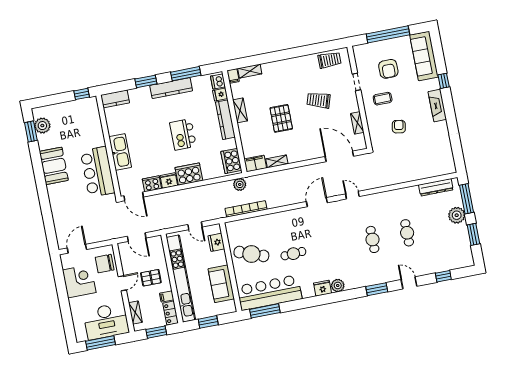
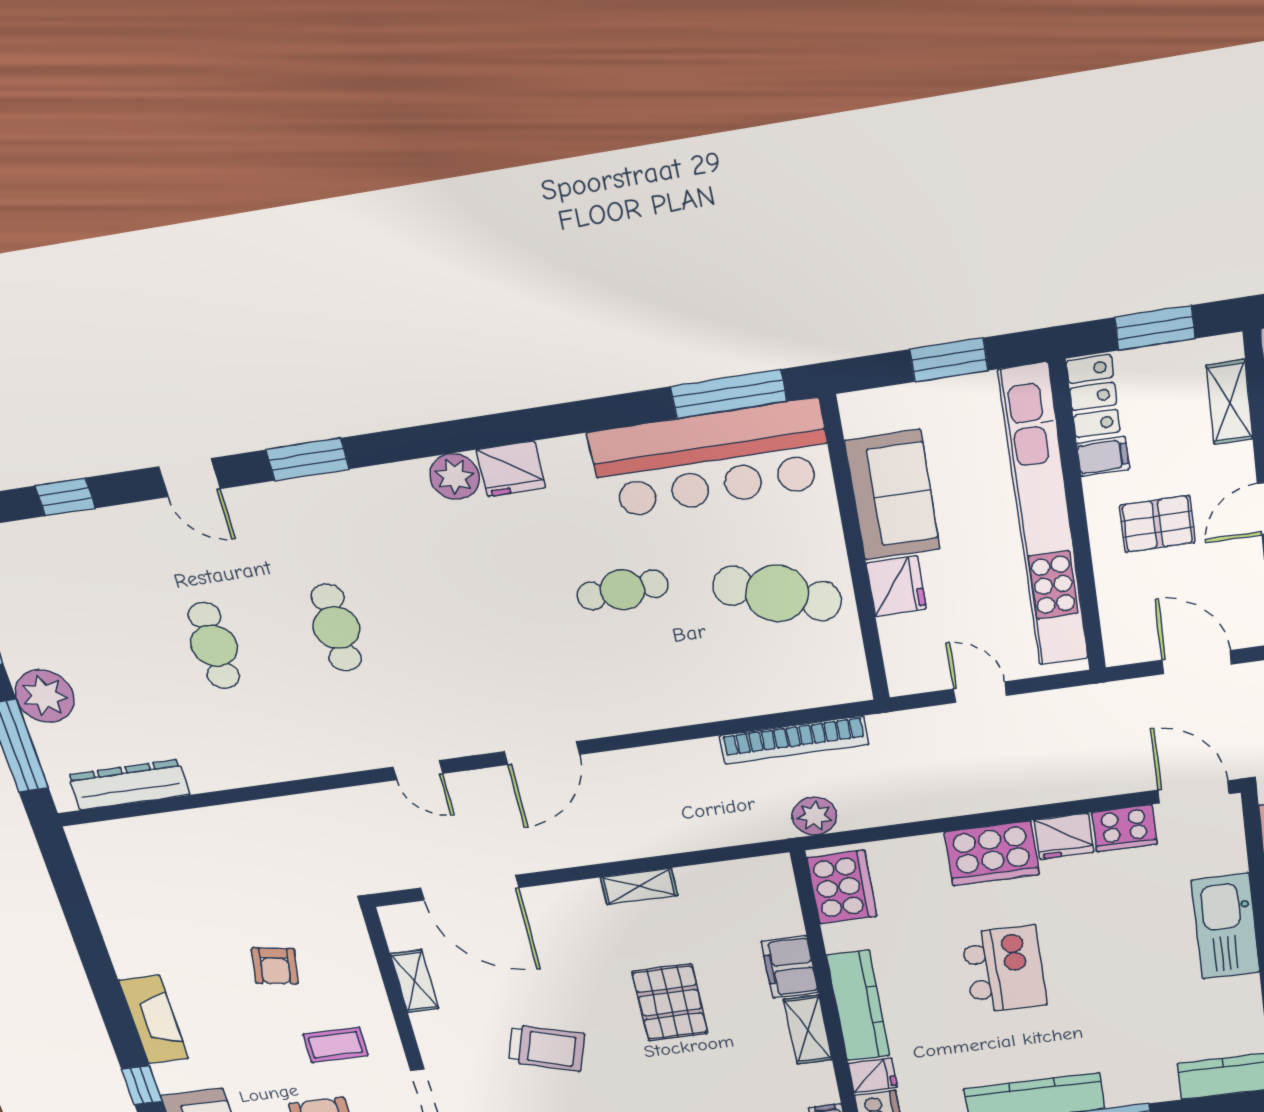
shelving: (277, 161) -> (639, 886), moved
filing cabinet: (255, 164) -> (790, 967), moved, turned 90
fridge: (216, 242) -> (896, 586), moved

